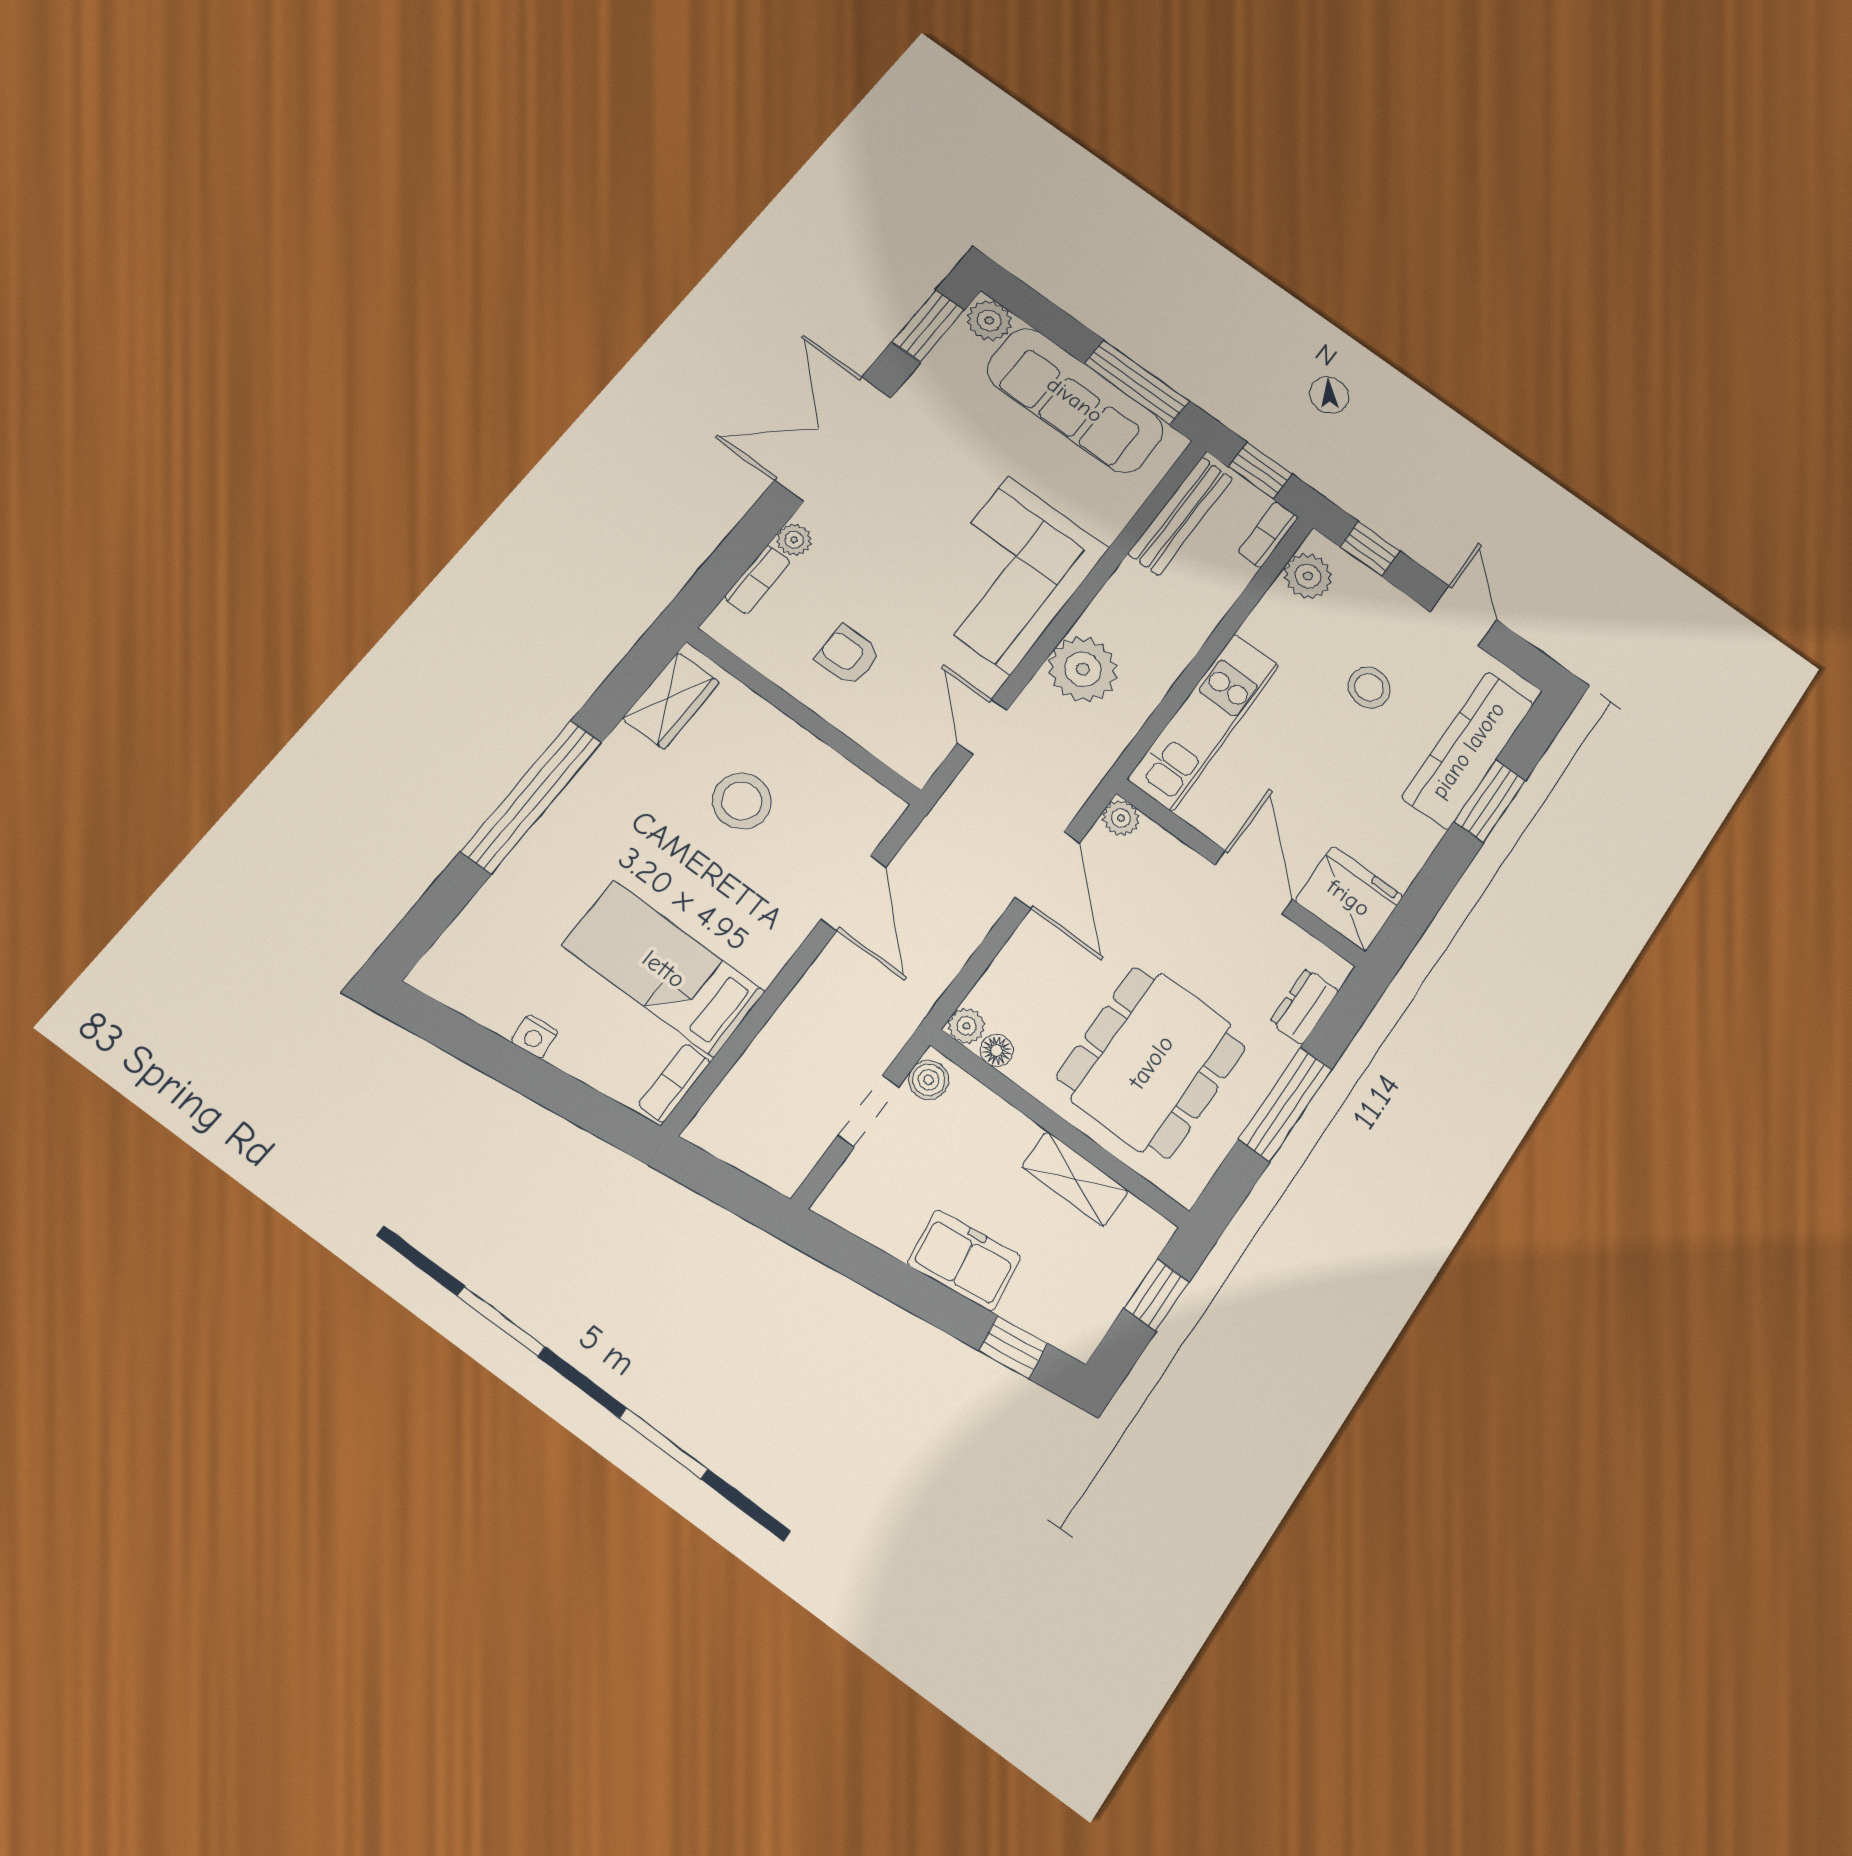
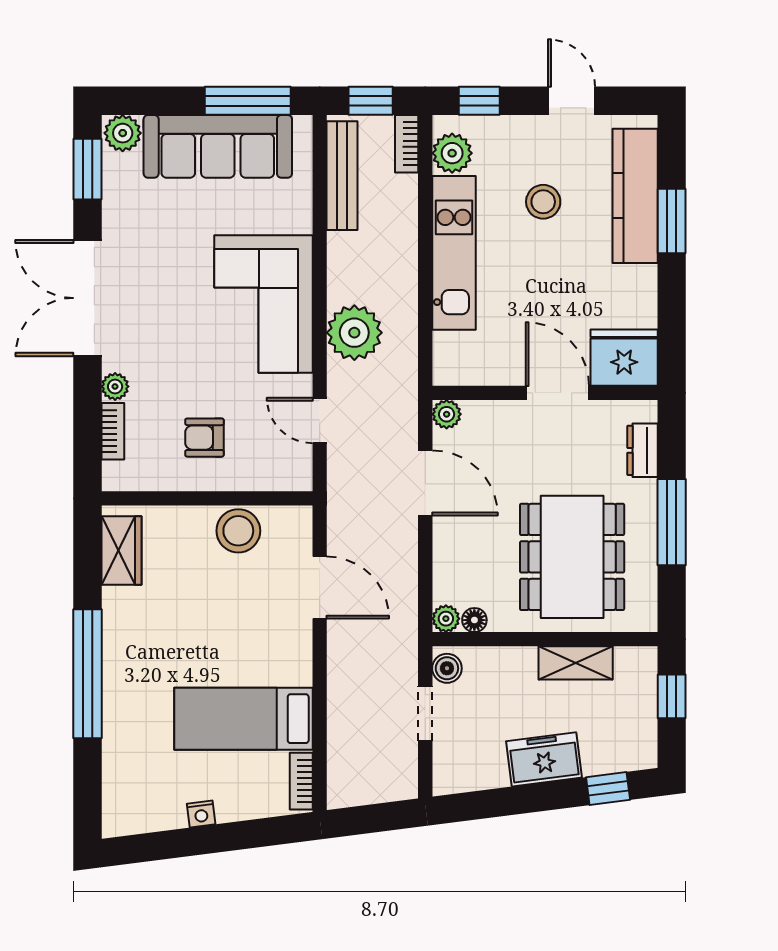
kitchen unit: (1204, 722) -> (454, 253), moved
stool: (742, 801) -> (238, 531), moved

